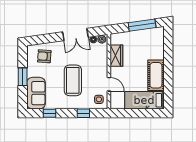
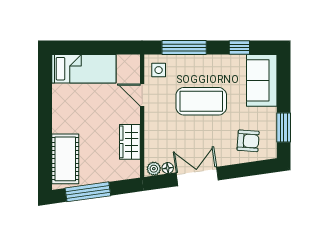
cot: (156, 75) -> (65, 159), moved
window: (23, 77) -> (284, 128), moved
coffee table: (73, 80) -> (201, 101), turned 90
window: (83, 113) -> (184, 47), width x2.17

